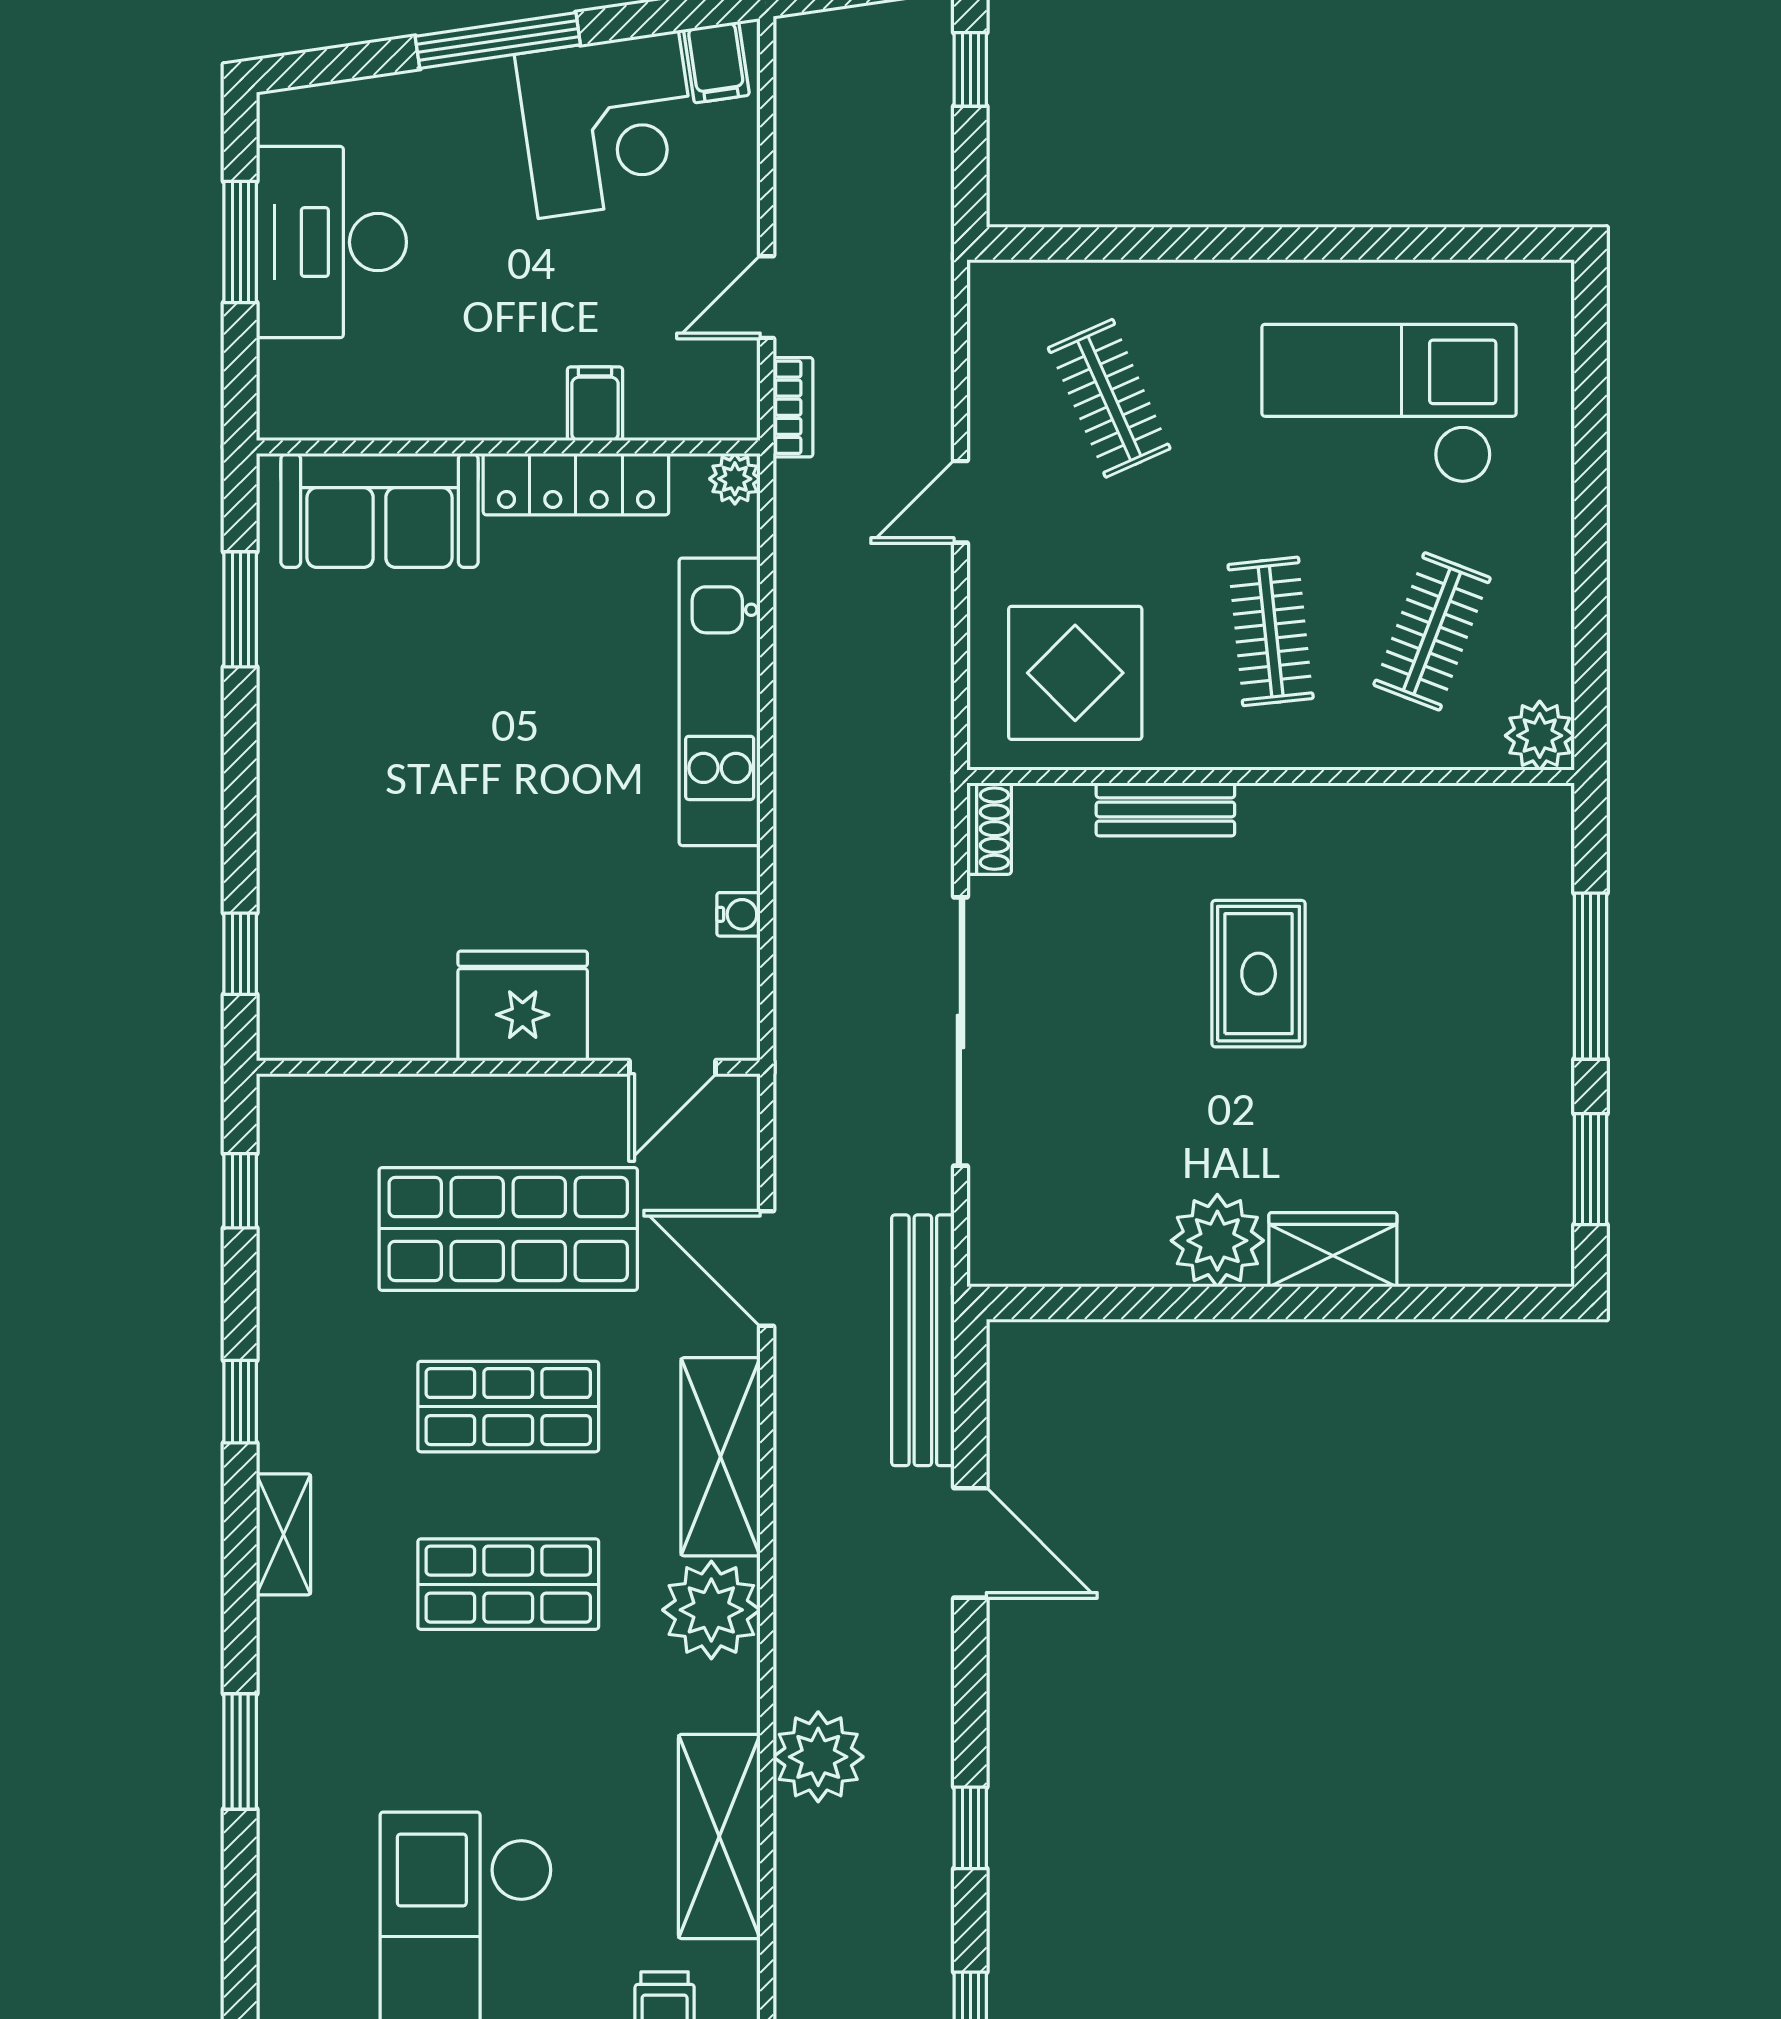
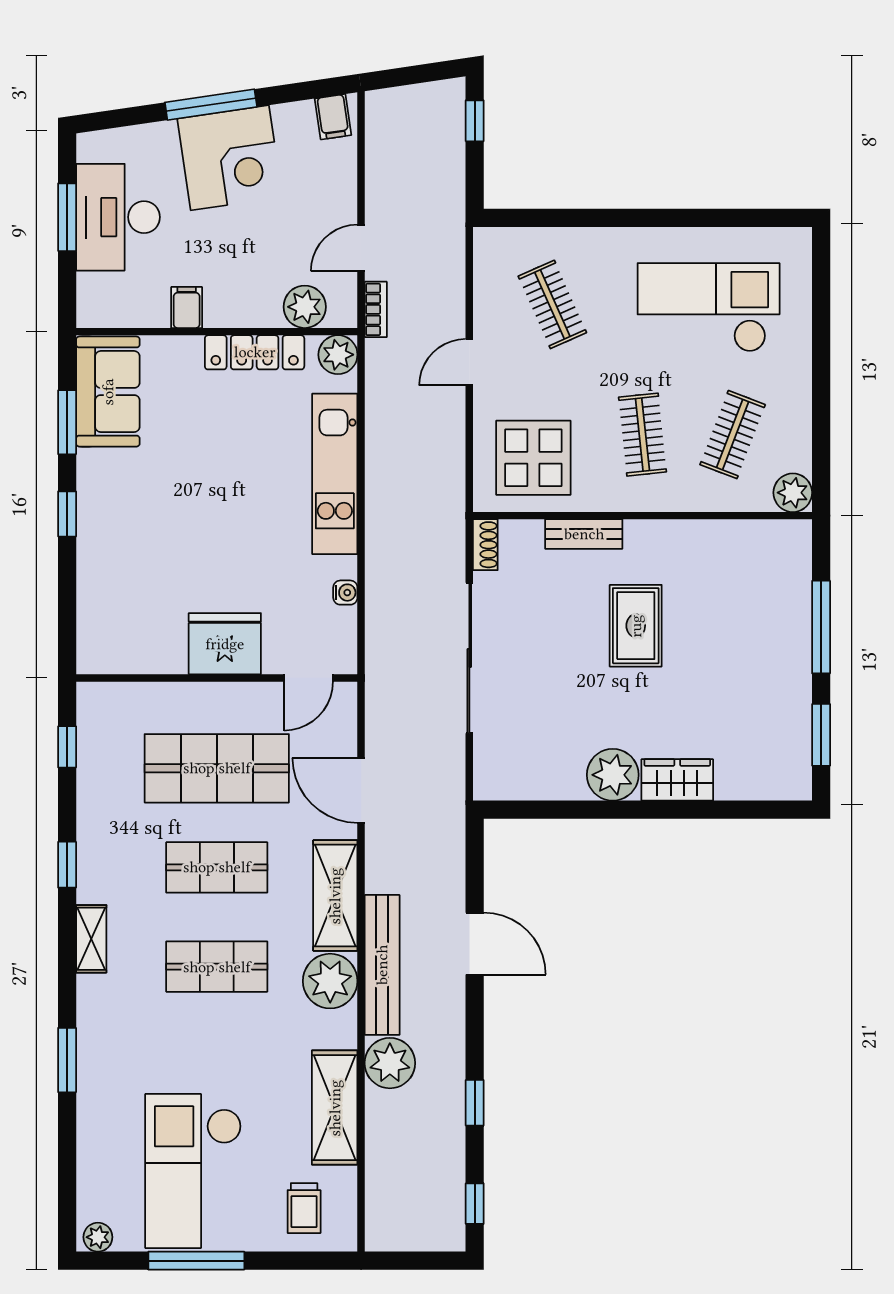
corner desk: (608, 125) -> (230, 158), moved
plant: (666, 403) -> (305, 307), added
filing cabinet: (595, 404) -> (187, 307), moved
plant: (735, 479) -> (338, 355), width x1.38, depth x1.38
sofa: (379, 510) -> (108, 392), moved, turned -90
window: (240, 954) -> (67, 514), moved
bench: (923, 1340) -> (382, 965), moved

